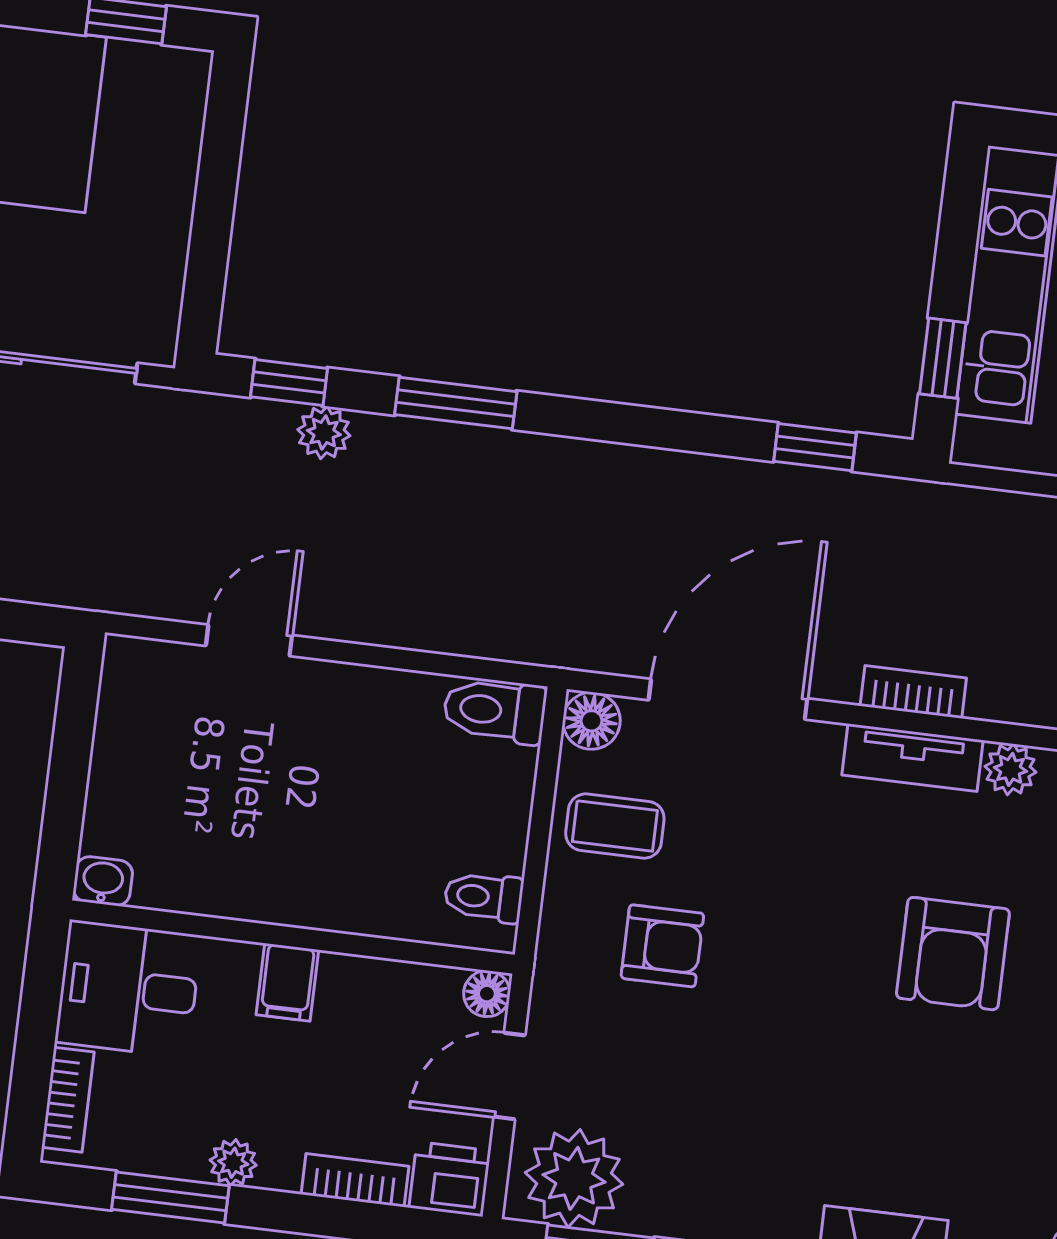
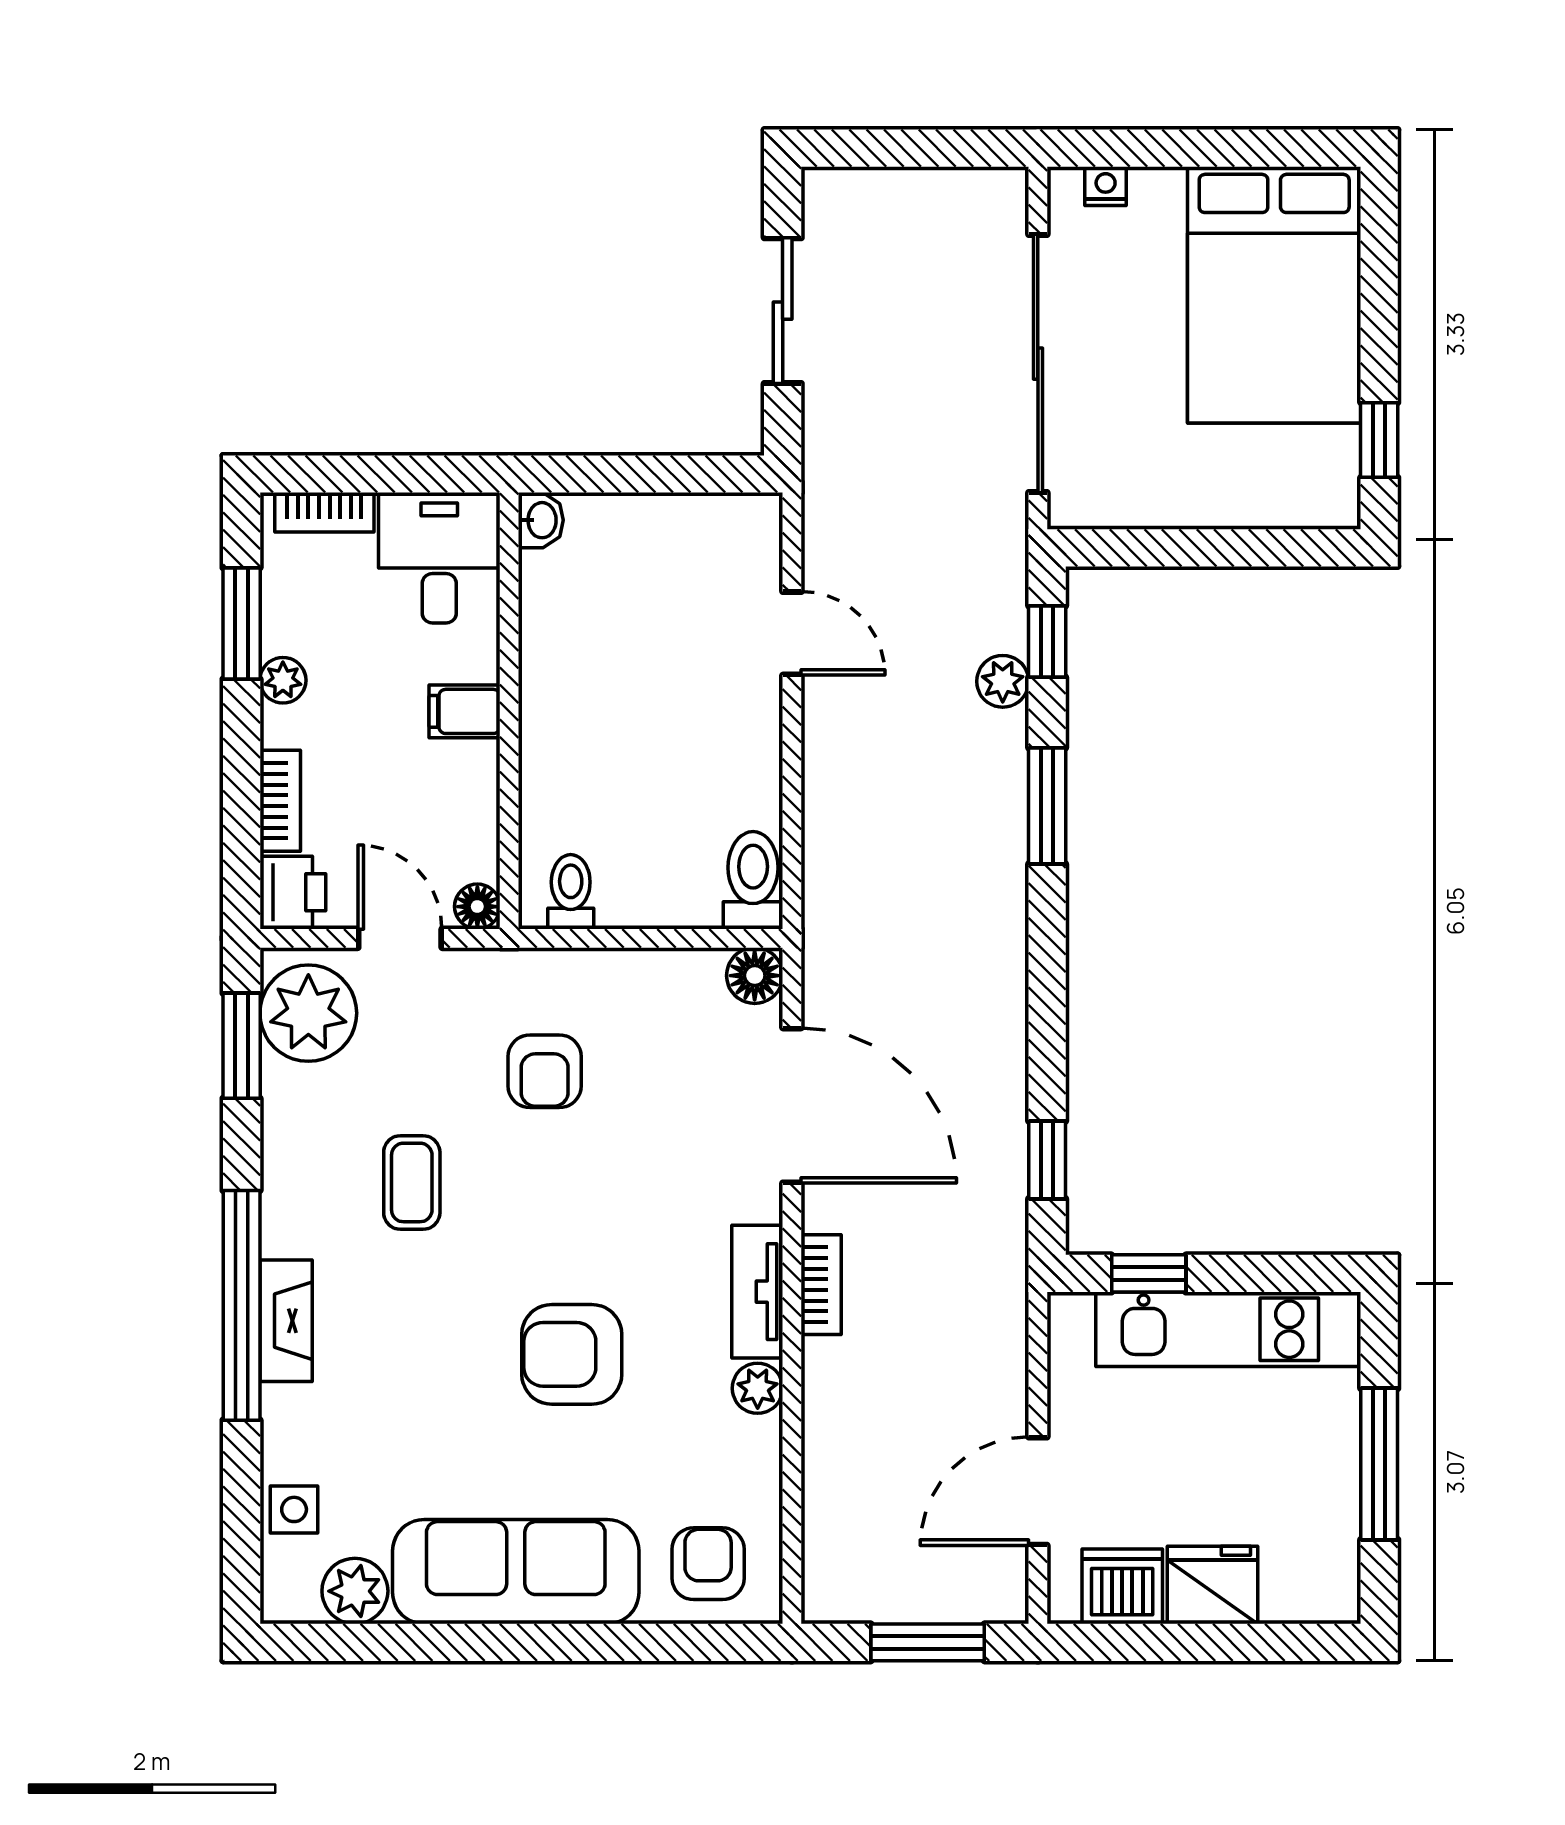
coffee table: (615, 826) -> (412, 1182), moved

